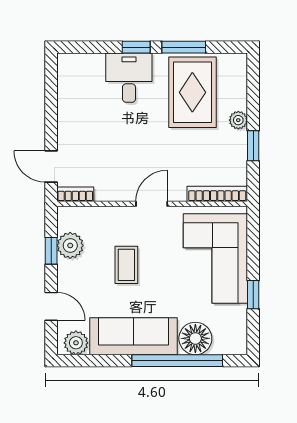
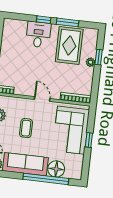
window: (253, 146) -> (99, 57), moved
door: (152, 204) -> (42, 99), hinge flipped
window: (253, 295) -> (89, 140), moved

